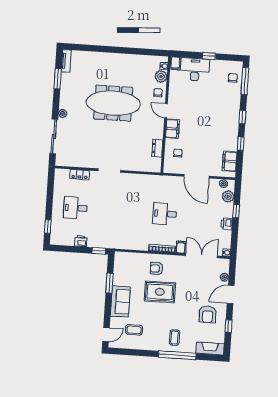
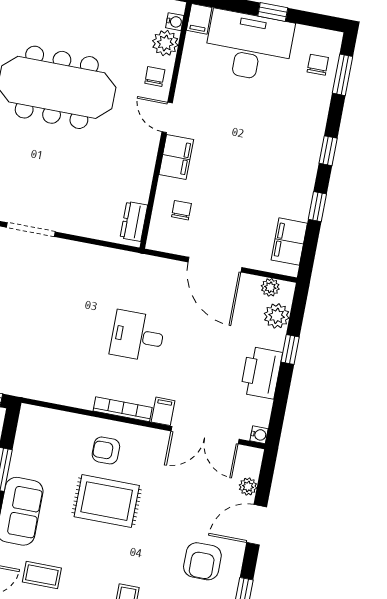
desk: (195, 69) -> (249, 46), width x1.36, depth x1.30
window: (245, 81) -> (343, 75), width x0.69
dresser: (157, 148) -> (134, 221), moved
printer: (227, 224) -> (261, 373), width x1.87, depth x1.48
double door: (202, 256) -> (205, 435), swing flipped

